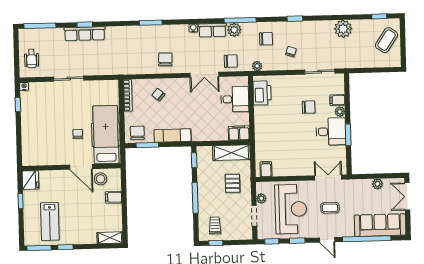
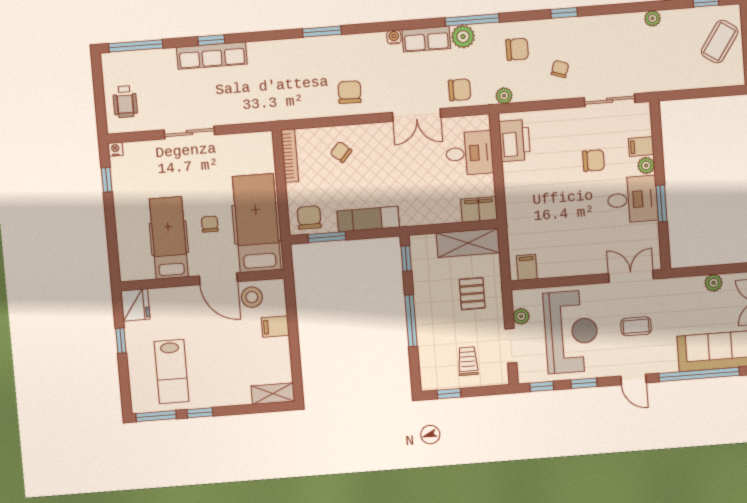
plant: (343, 29) -> (652, 18), width x0.53, depth x0.53
hospital bed: (53, 141) -> (169, 238), added
trolley: (215, 226) -> (468, 361), moved

